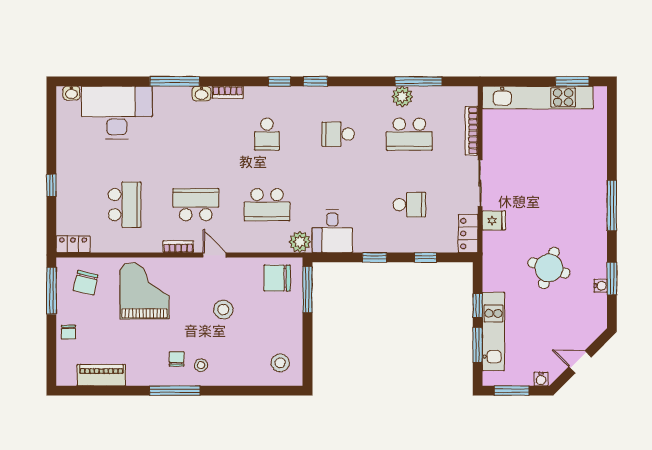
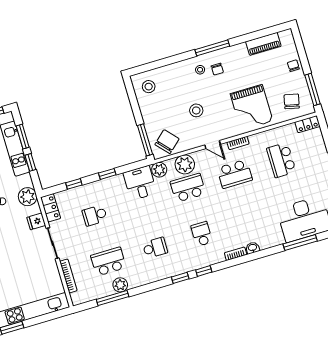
window: (175, 81) -> (300, 242), moved
plant: (262, 239) -> (185, 164), added
plant: (496, 259) -> (28, 197), added
chair: (277, 278) -> (167, 142), turned -42

